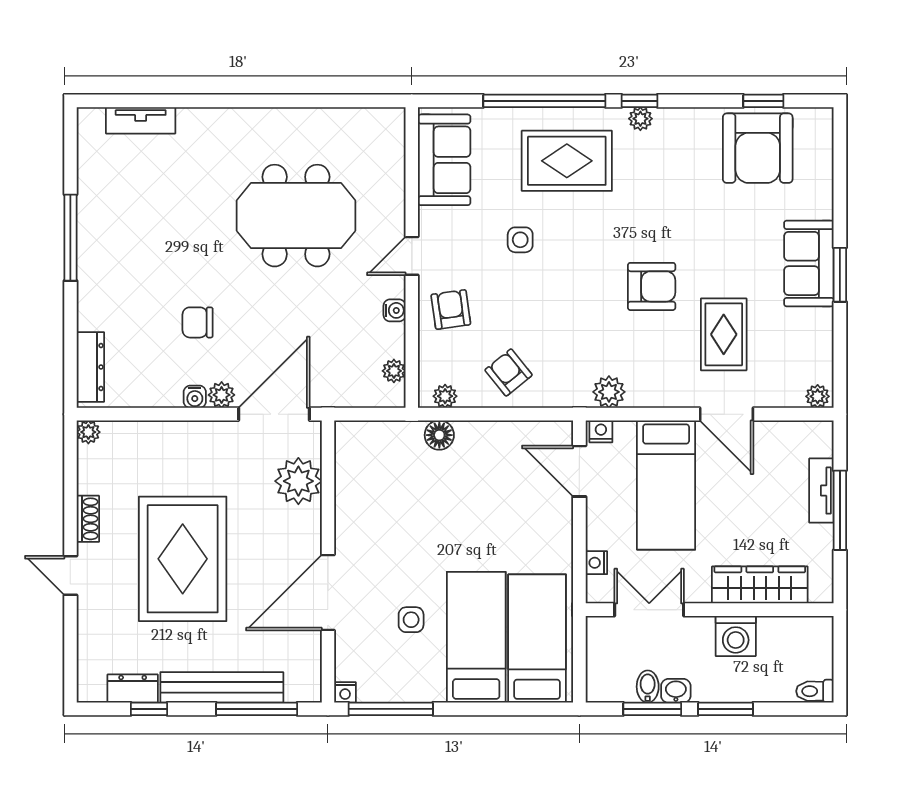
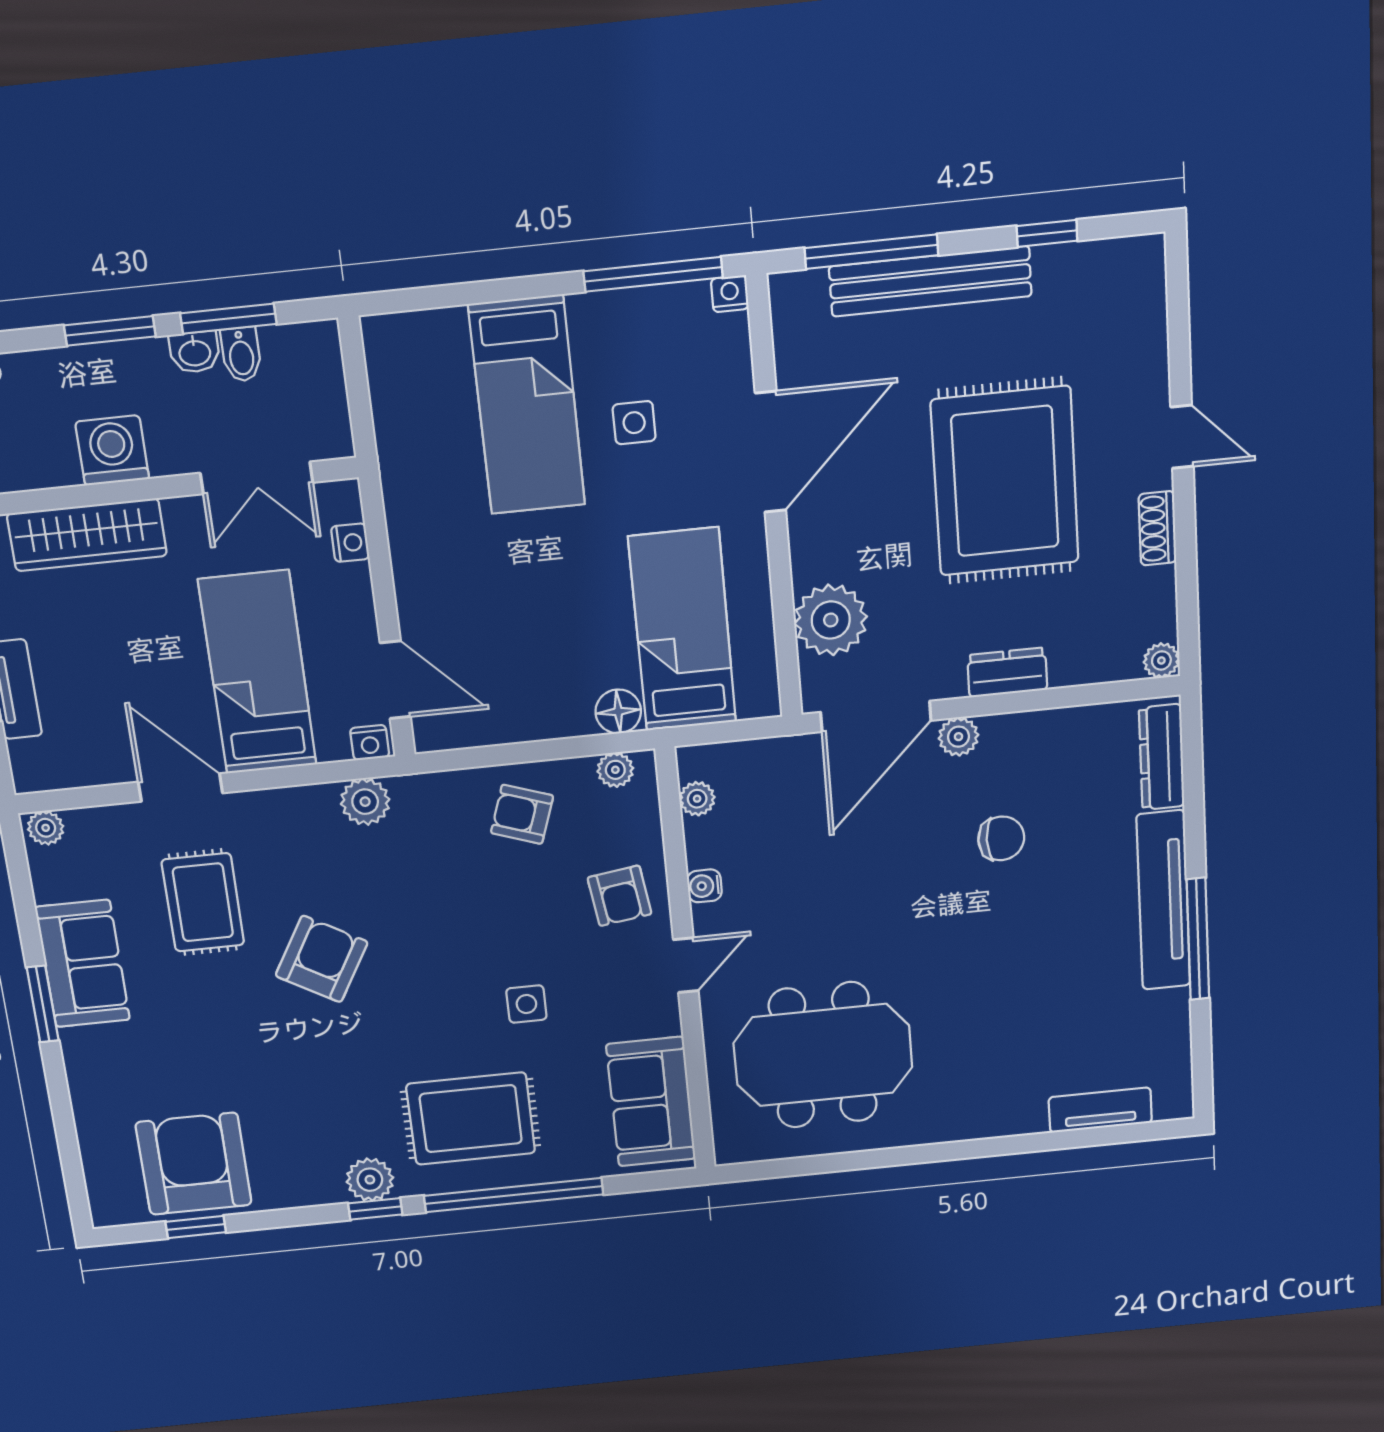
plant: (640, 119) -> (370, 1180), width x1.38, depth x1.38
meeting table: (296, 216) -> (823, 1055), moved
sofa: (809, 263) -> (83, 964), moved
tv unit: (93, 267) -> (1163, 900), added
armchair: (652, 286) -> (322, 959), turned 120
armchair: (509, 372) -> (522, 814), turned 148
water cooler: (195, 397) -> (999, 730), removed
bed: (537, 639) -> (682, 630), moved, turned 180
dresser: (133, 689) -> (1007, 672), moved, turned 180

